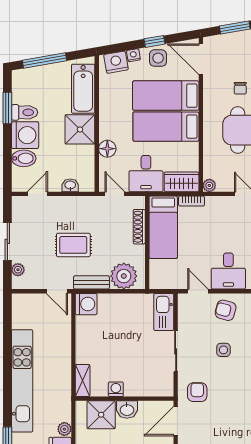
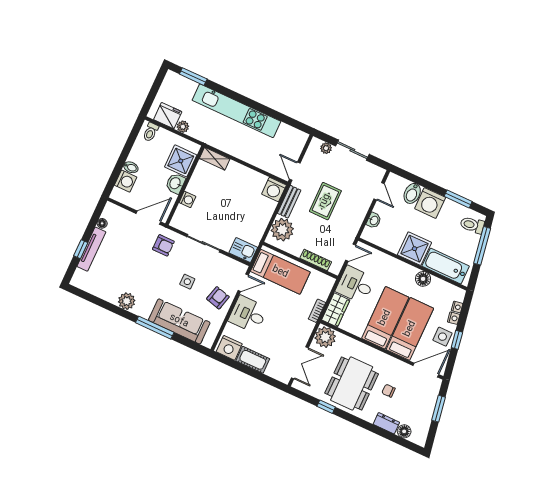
nightstand: (116, 62) -> (457, 307), width x0.53, depth x0.56
toilet: (25, 112) -> (472, 225), moved, turned 80
floor lamp: (107, 149) -> (423, 279), moved
plant: (209, 185) -> (325, 337), width x1.87, depth x1.87
bed: (163, 227) -> (280, 272), moved, turned 180
door: (57, 291) -> (295, 171), hinge flipped
kitchen sink: (164, 312) -> (243, 250), width x0.73
washing machine: (116, 389) -> (187, 199), moved
door: (176, 421) -> (148, 218), hinge flipped

